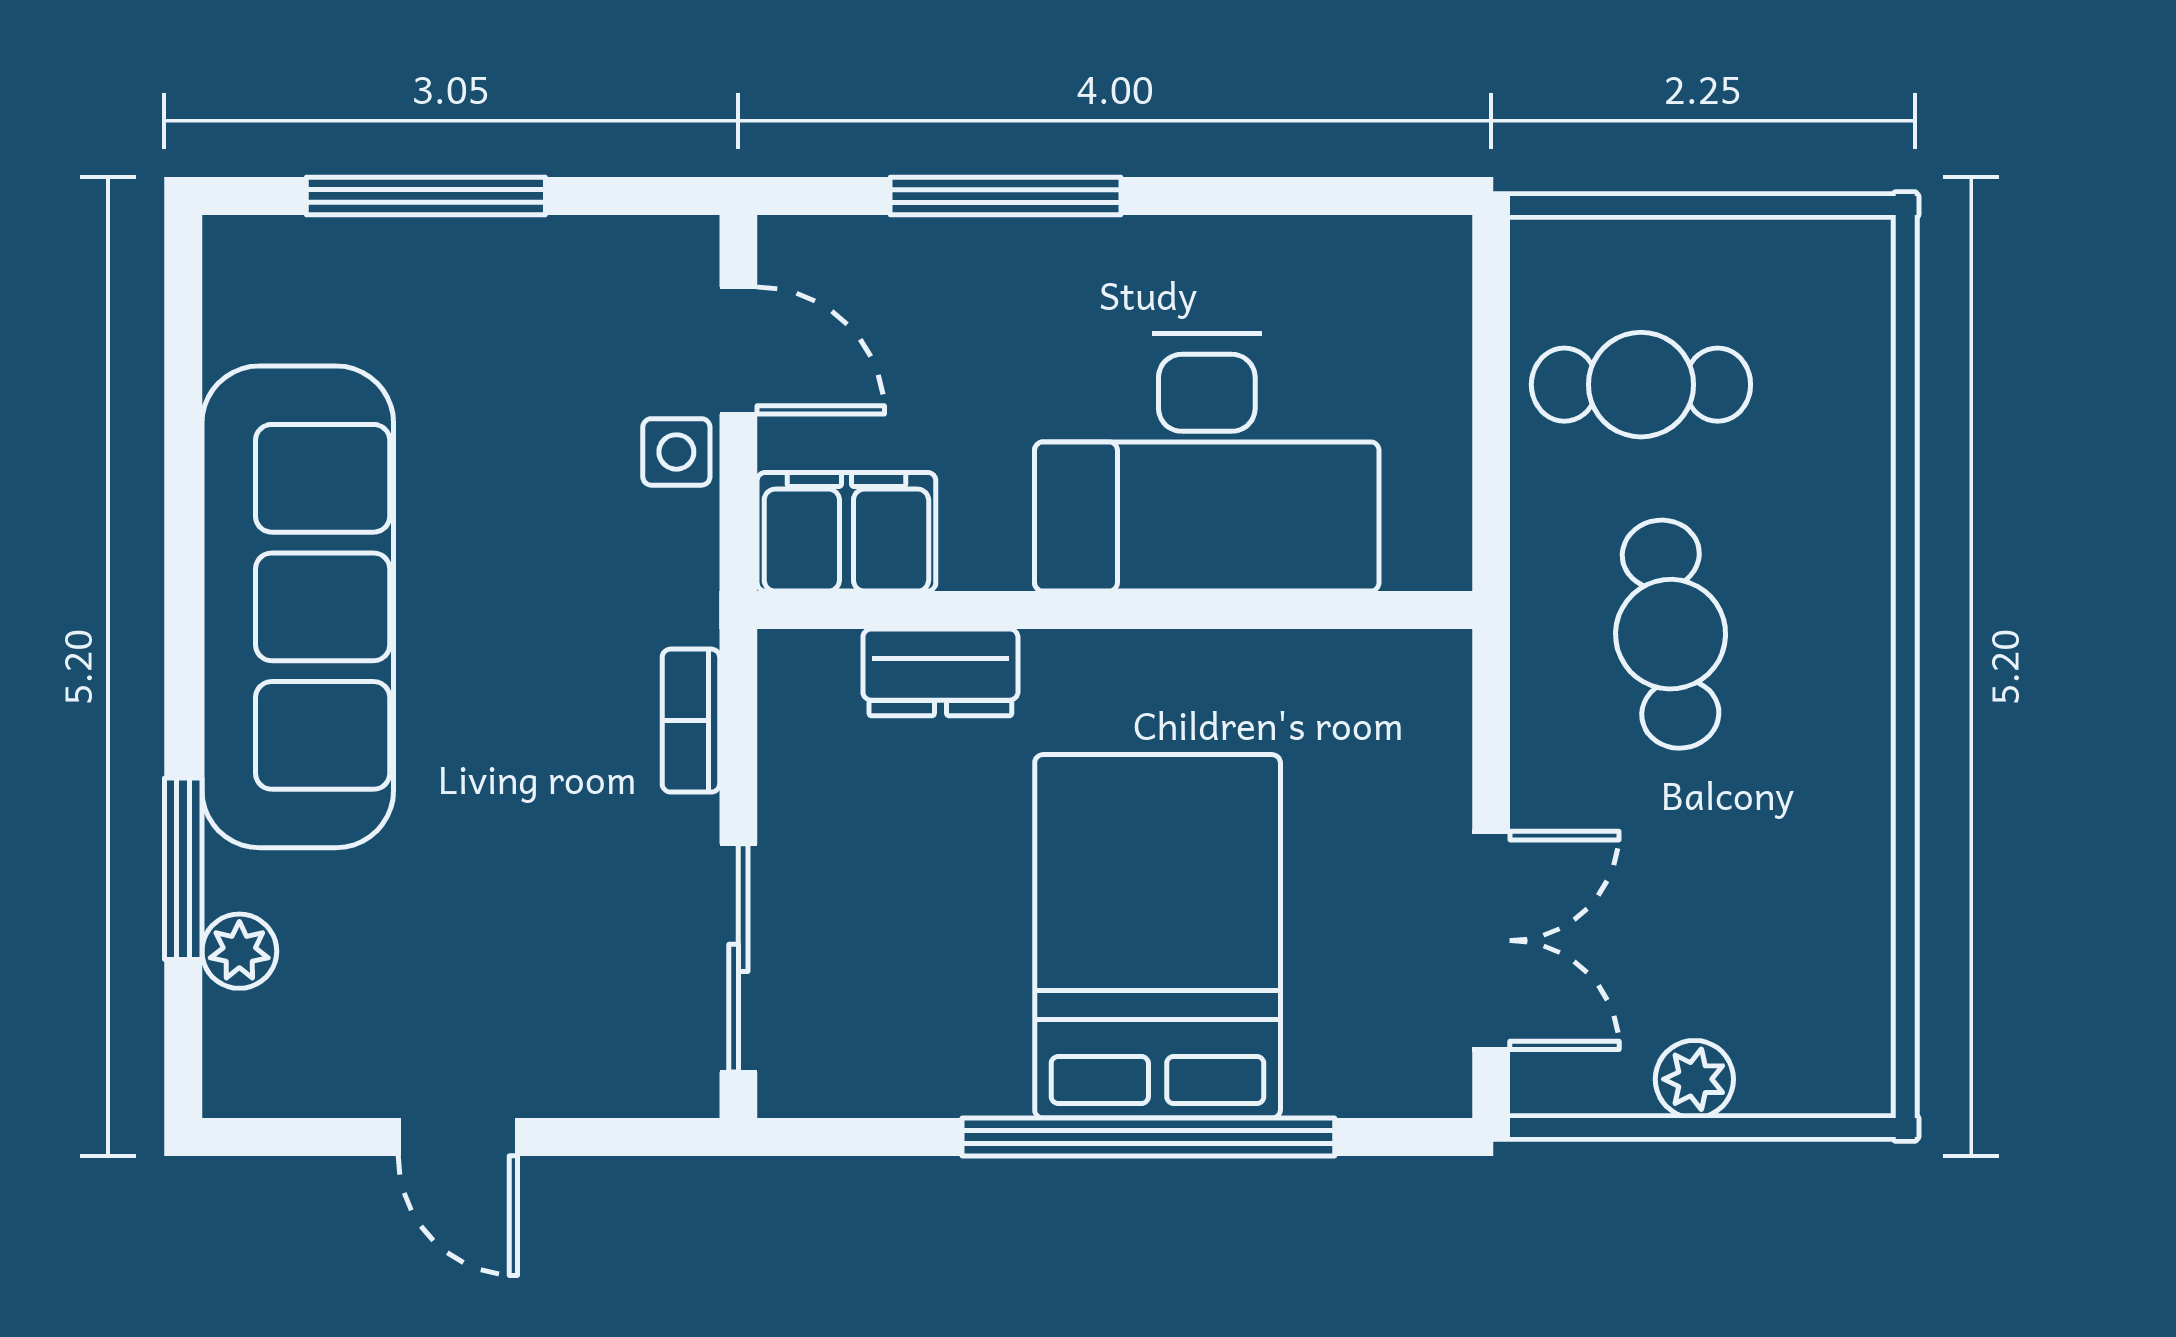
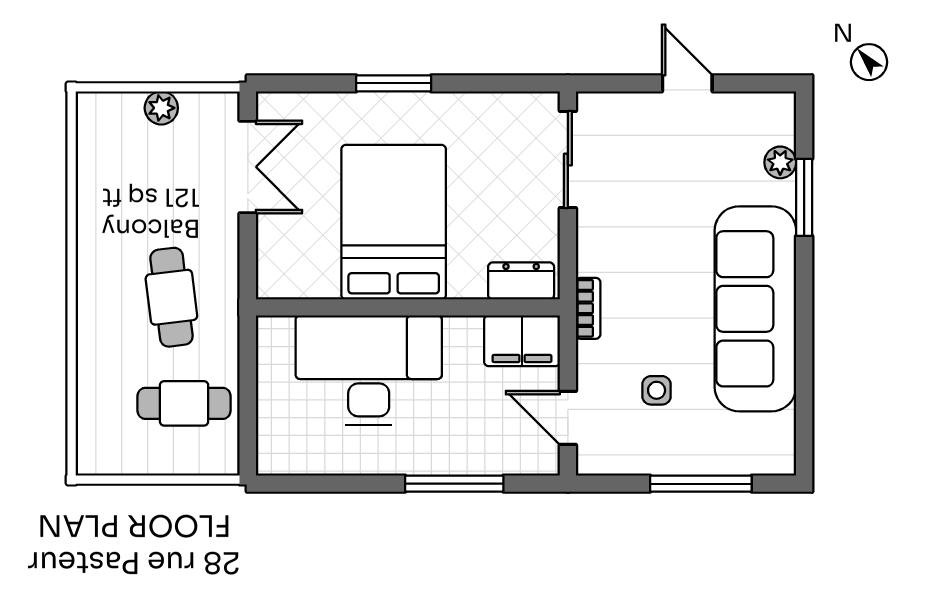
side table: (676, 452) -> (657, 390), moved
dresser: (940, 672) -> (521, 281), moved
bookcase: (691, 721) -> (588, 308), moved
bed: (1158, 936) -> (394, 222), moved, turned 180
double door: (1491, 940) -> (248, 167), swing flipped
window: (1148, 1137) -> (394, 83), width x0.47

